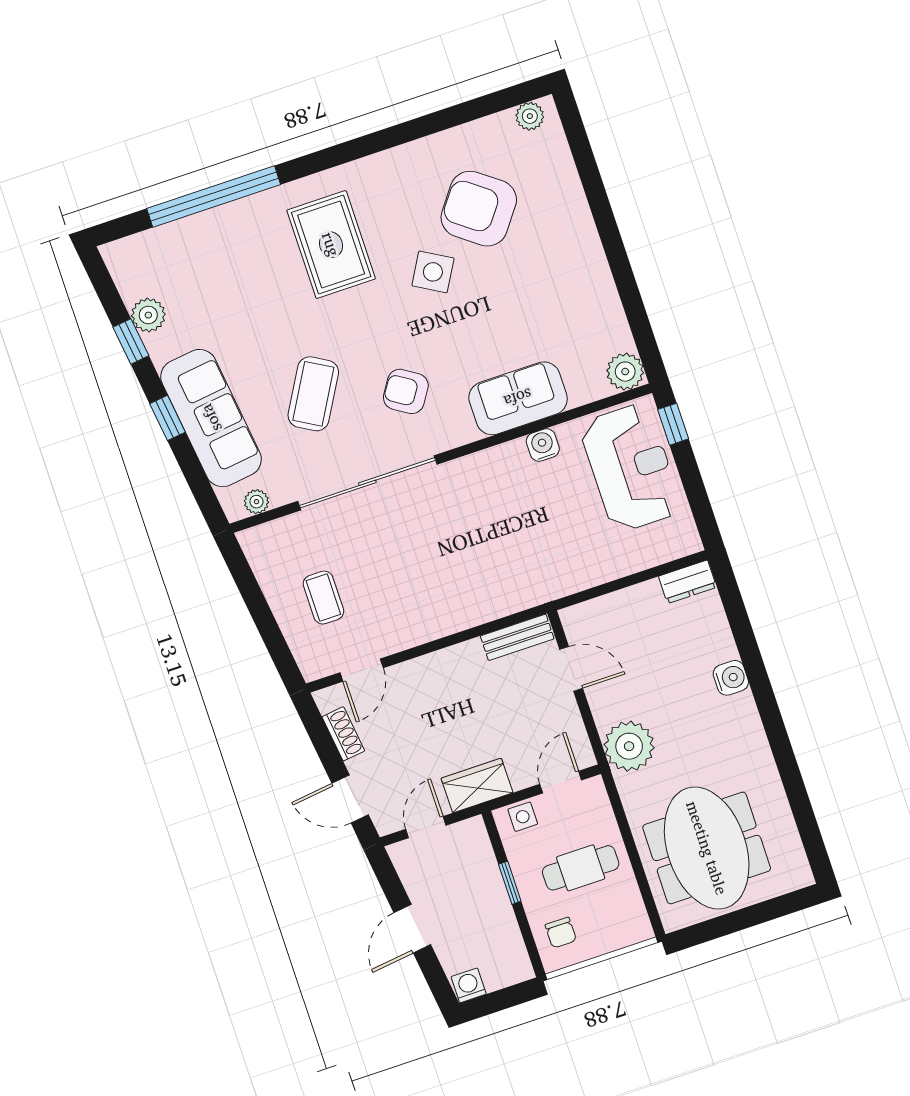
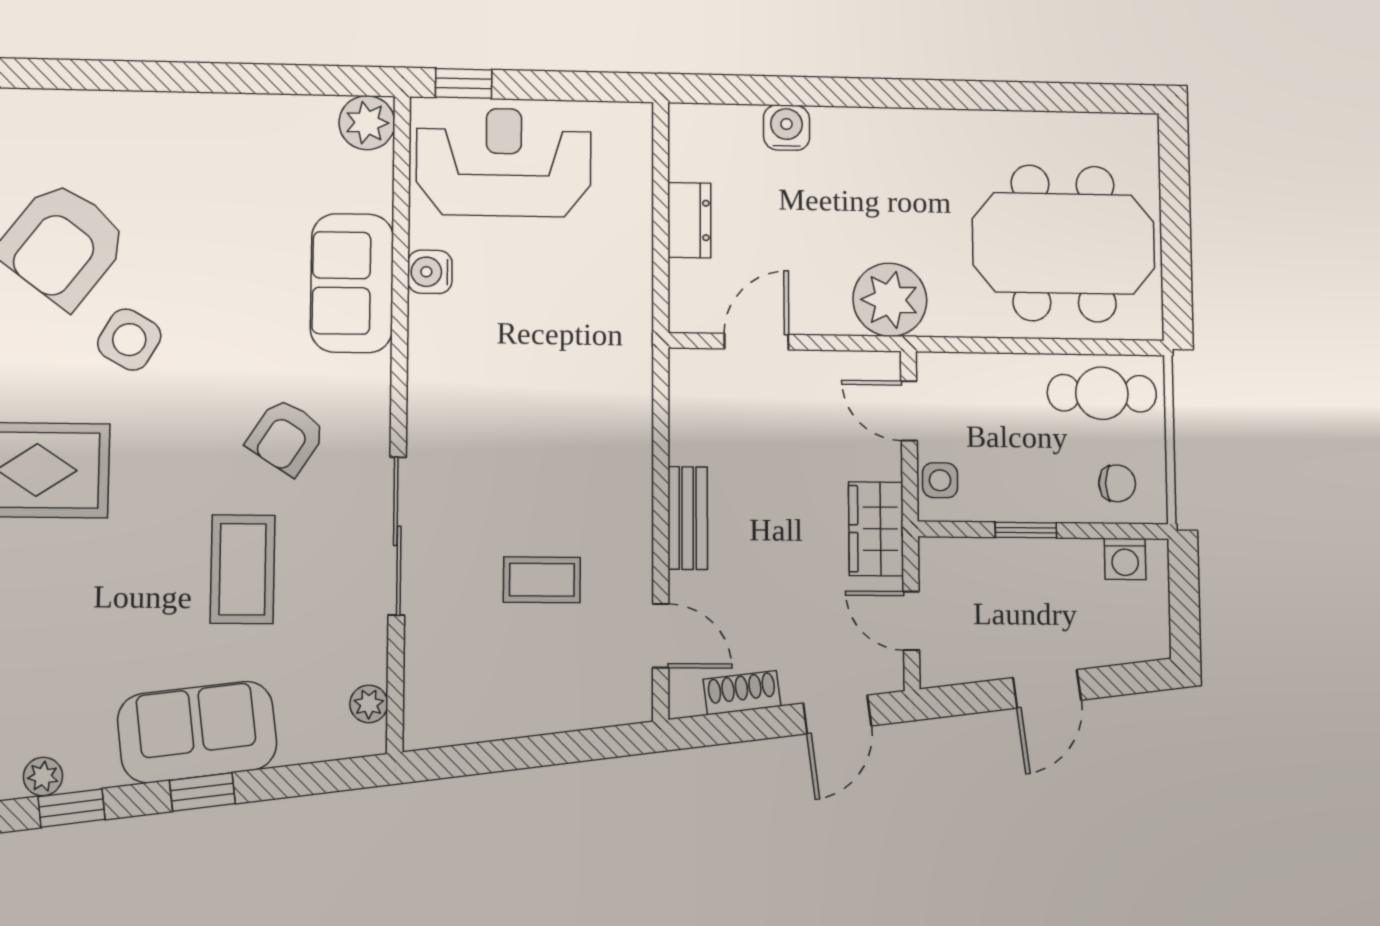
plant: (148, 315) -> (43, 777), width x0.73, depth x0.73
coffee table: (313, 394) -> (243, 569), turned 60
sofa: (211, 418) -> (197, 732), width x0.73
sliding door: (367, 483) -> (397, 536), width x0.73
dresser: (688, 582) -> (689, 220), moved
coffee table: (323, 598) -> (542, 580), moved
bench: (517, 637) -> (688, 518), moved
water cooler: (731, 678) -> (787, 128), moved
cafe table: (581, 868) -> (1102, 393), moved, turned 90
door: (412, 929) -> (1047, 689), hinge flipped
washing machine: (469, 985) -> (1125, 559), moved, turned -90

